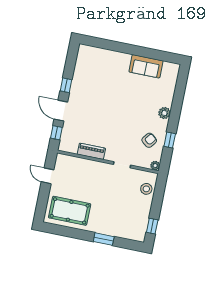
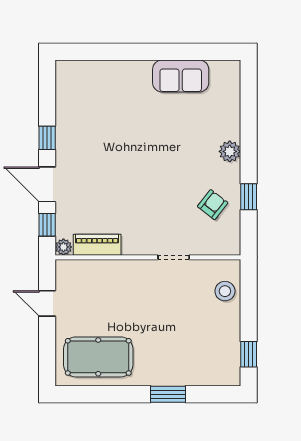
piano: (91, 151) -> (97, 245), moved
plant: (155, 166) -> (63, 247), moved

